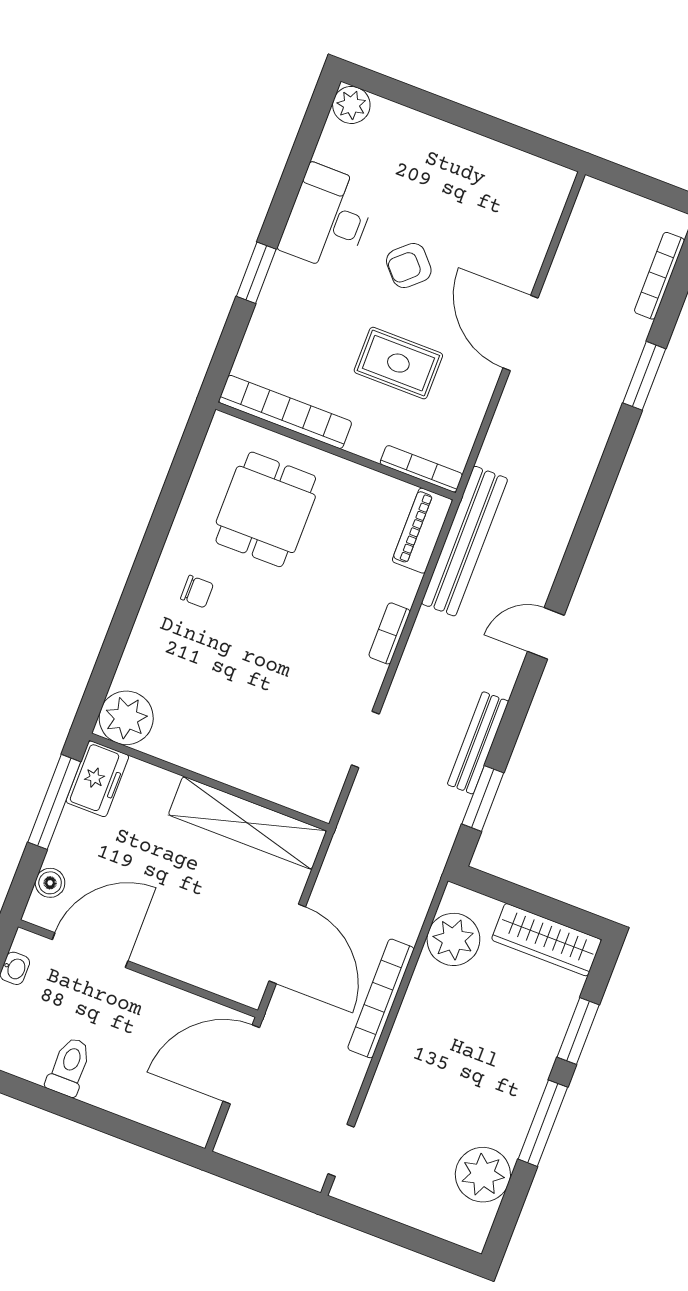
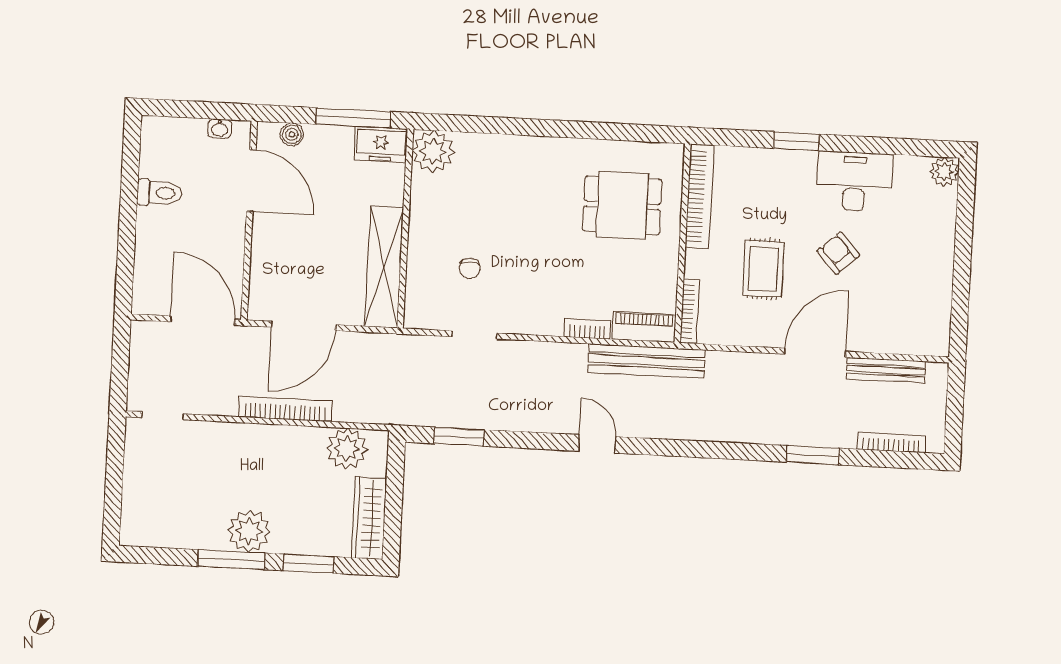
chair: (197, 591) -> (470, 268), moved
bookcase: (390, 633) -> (587, 329), moved
bench: (478, 743) -> (886, 370), moved
plant: (483, 1175) -> (249, 531), moved

